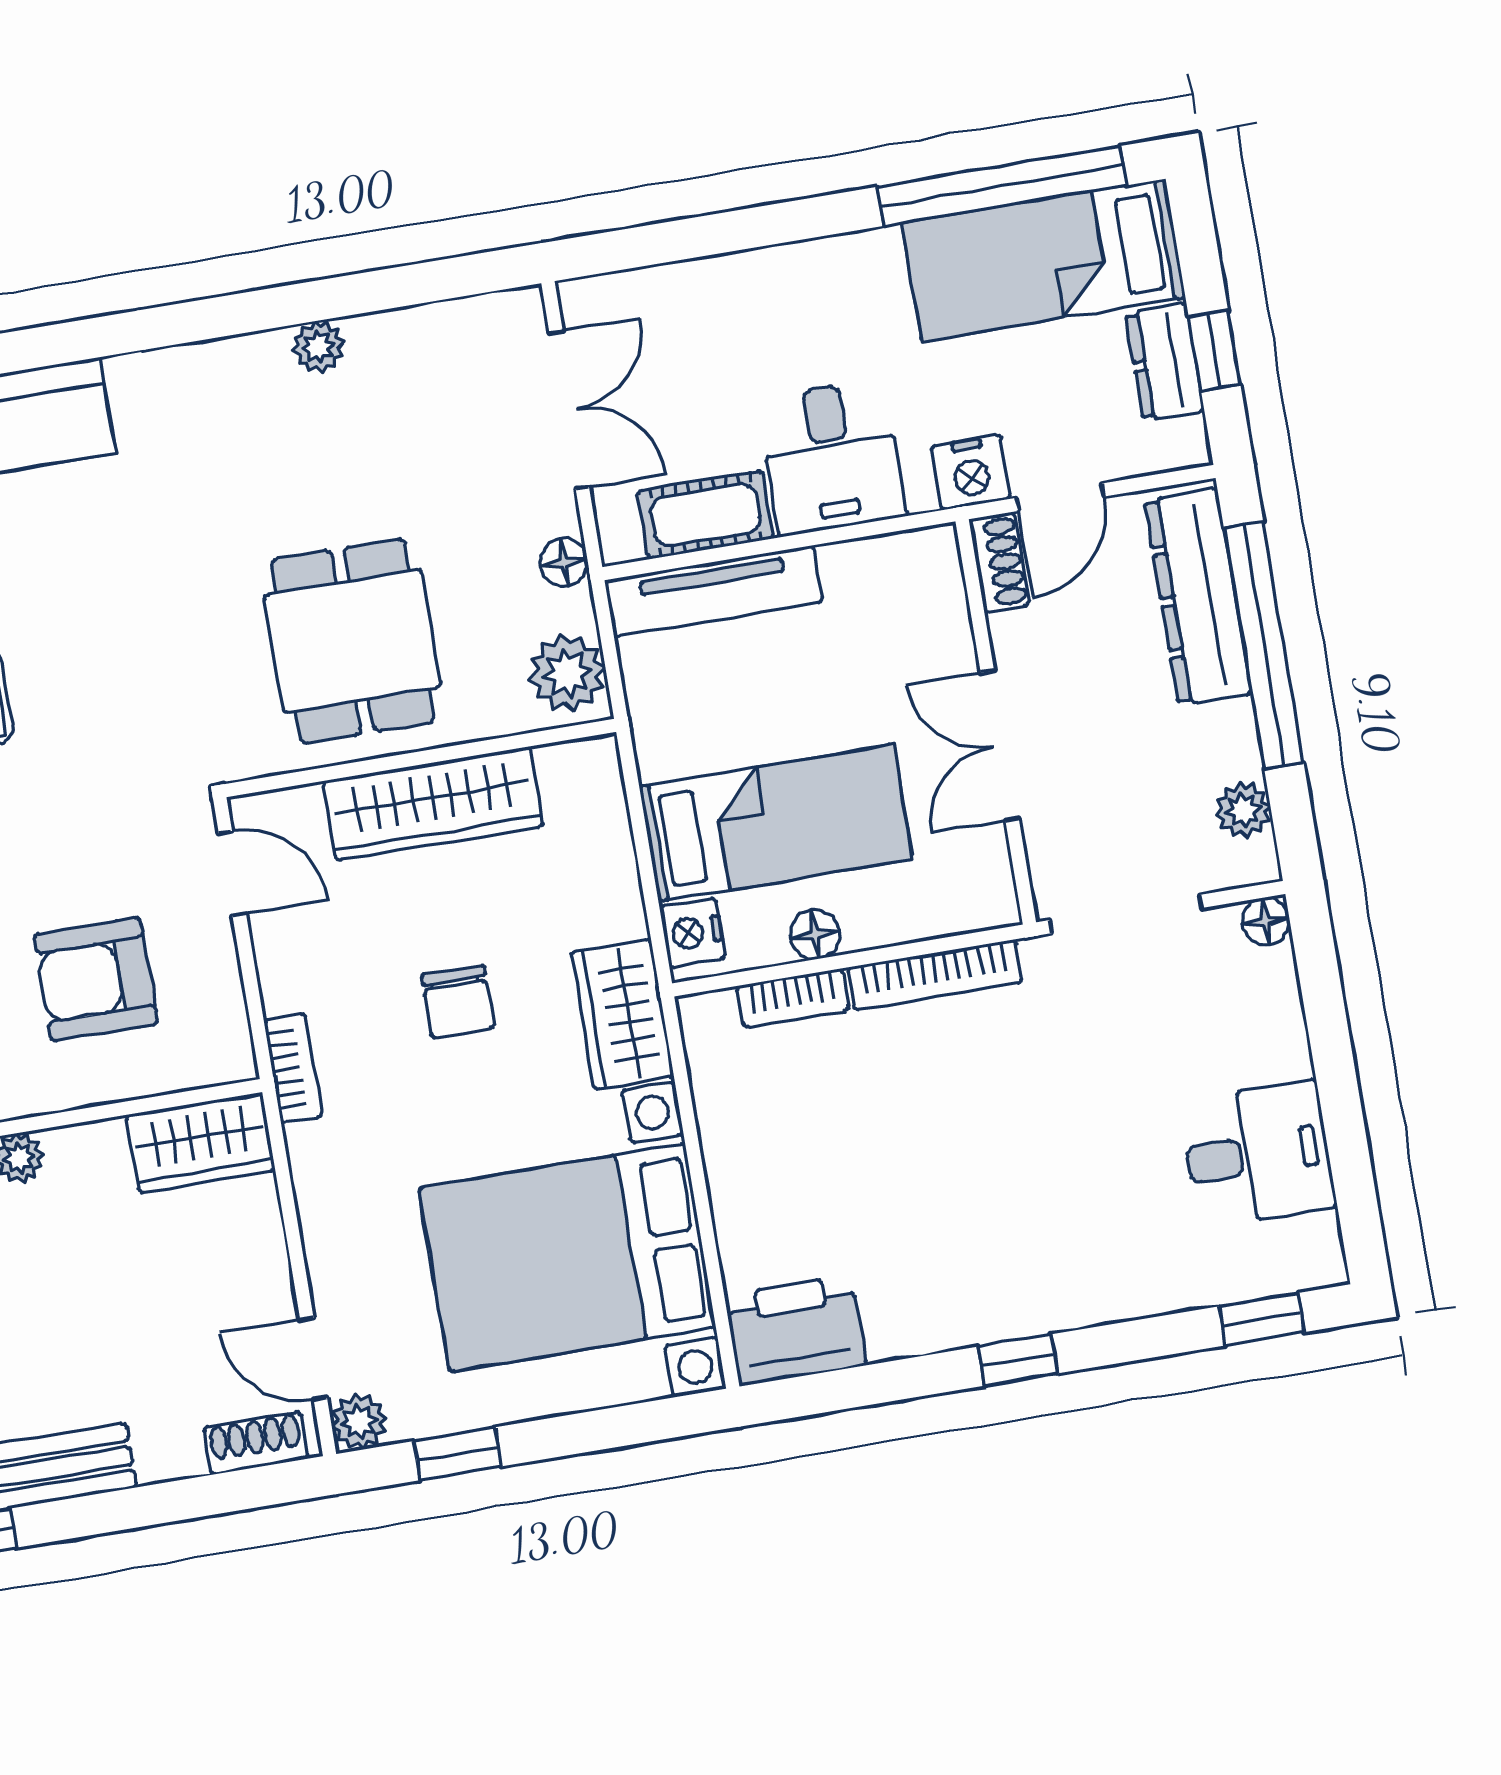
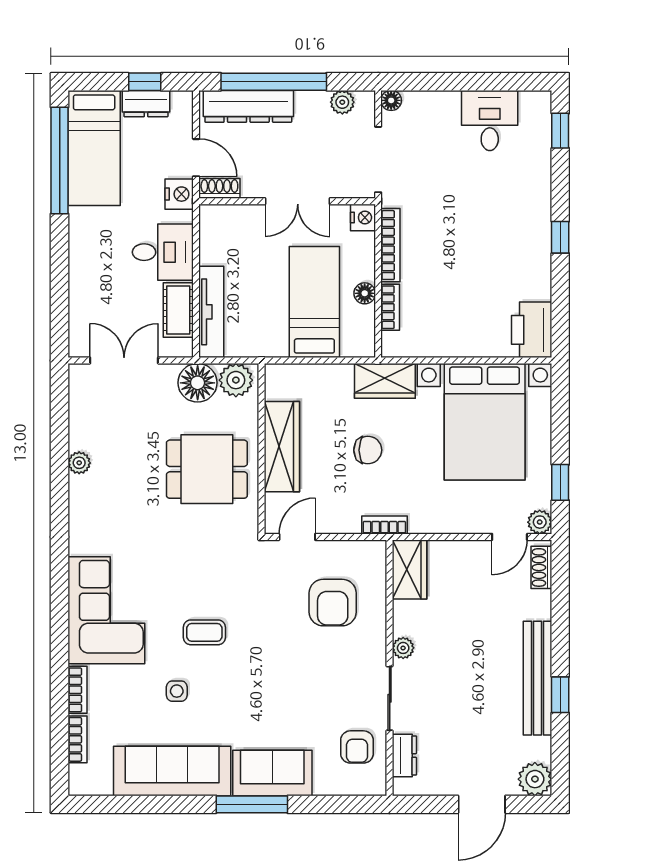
floor lamp: (564, 562) -> (198, 383), width x1.89, depth x1.89
nightstand: (692, 933) -> (363, 217), moved, turned -90

